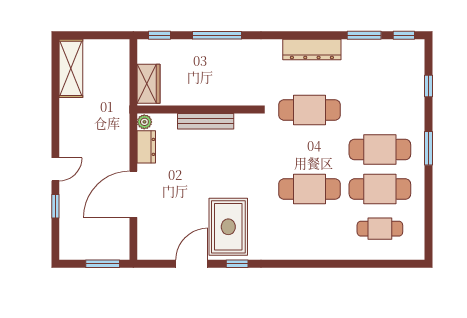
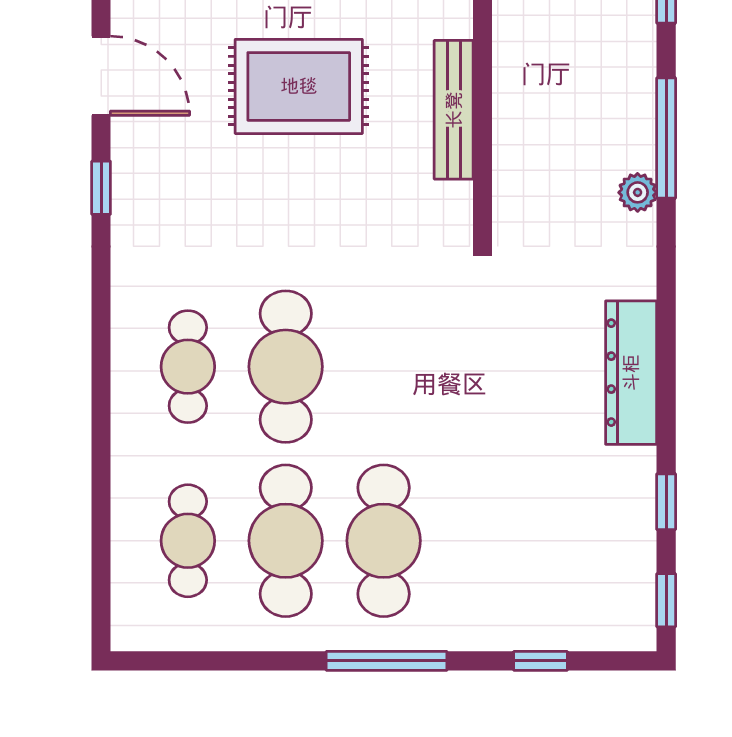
window: (364, 35) -> (666, 502), width x0.67
plant: (239, 47) -> (638, 192), added
cafe table: (309, 110) -> (188, 367), moved, width x0.73, depth x0.74
window: (428, 148) -> (387, 661), width x1.44
rug: (228, 227) -> (299, 86), moved

